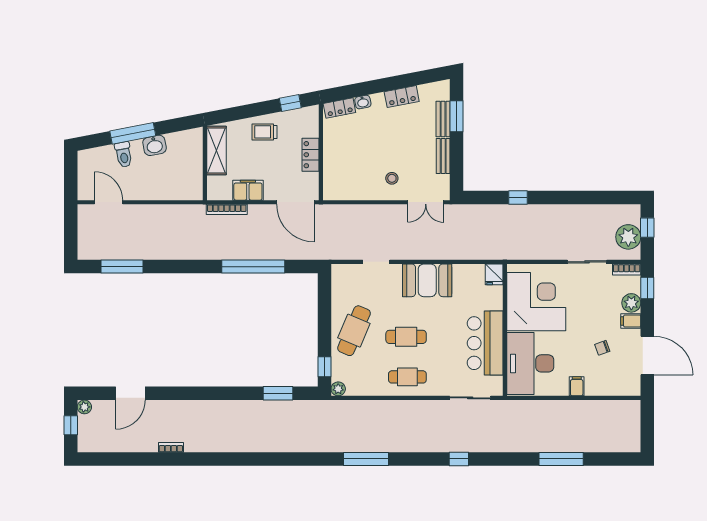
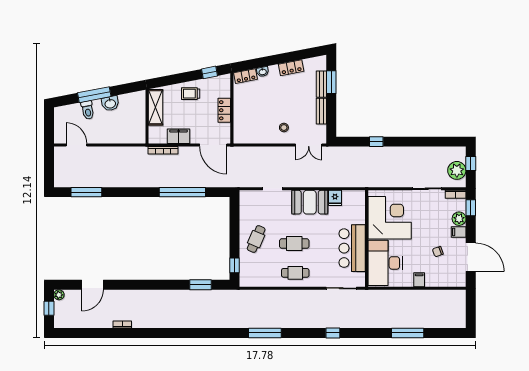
fridge: (494, 274) -> (335, 198), moved
cafe table: (354, 331) -> (256, 239), width x0.73, depth x0.74
plant: (338, 389) -> (245, 282), removed

